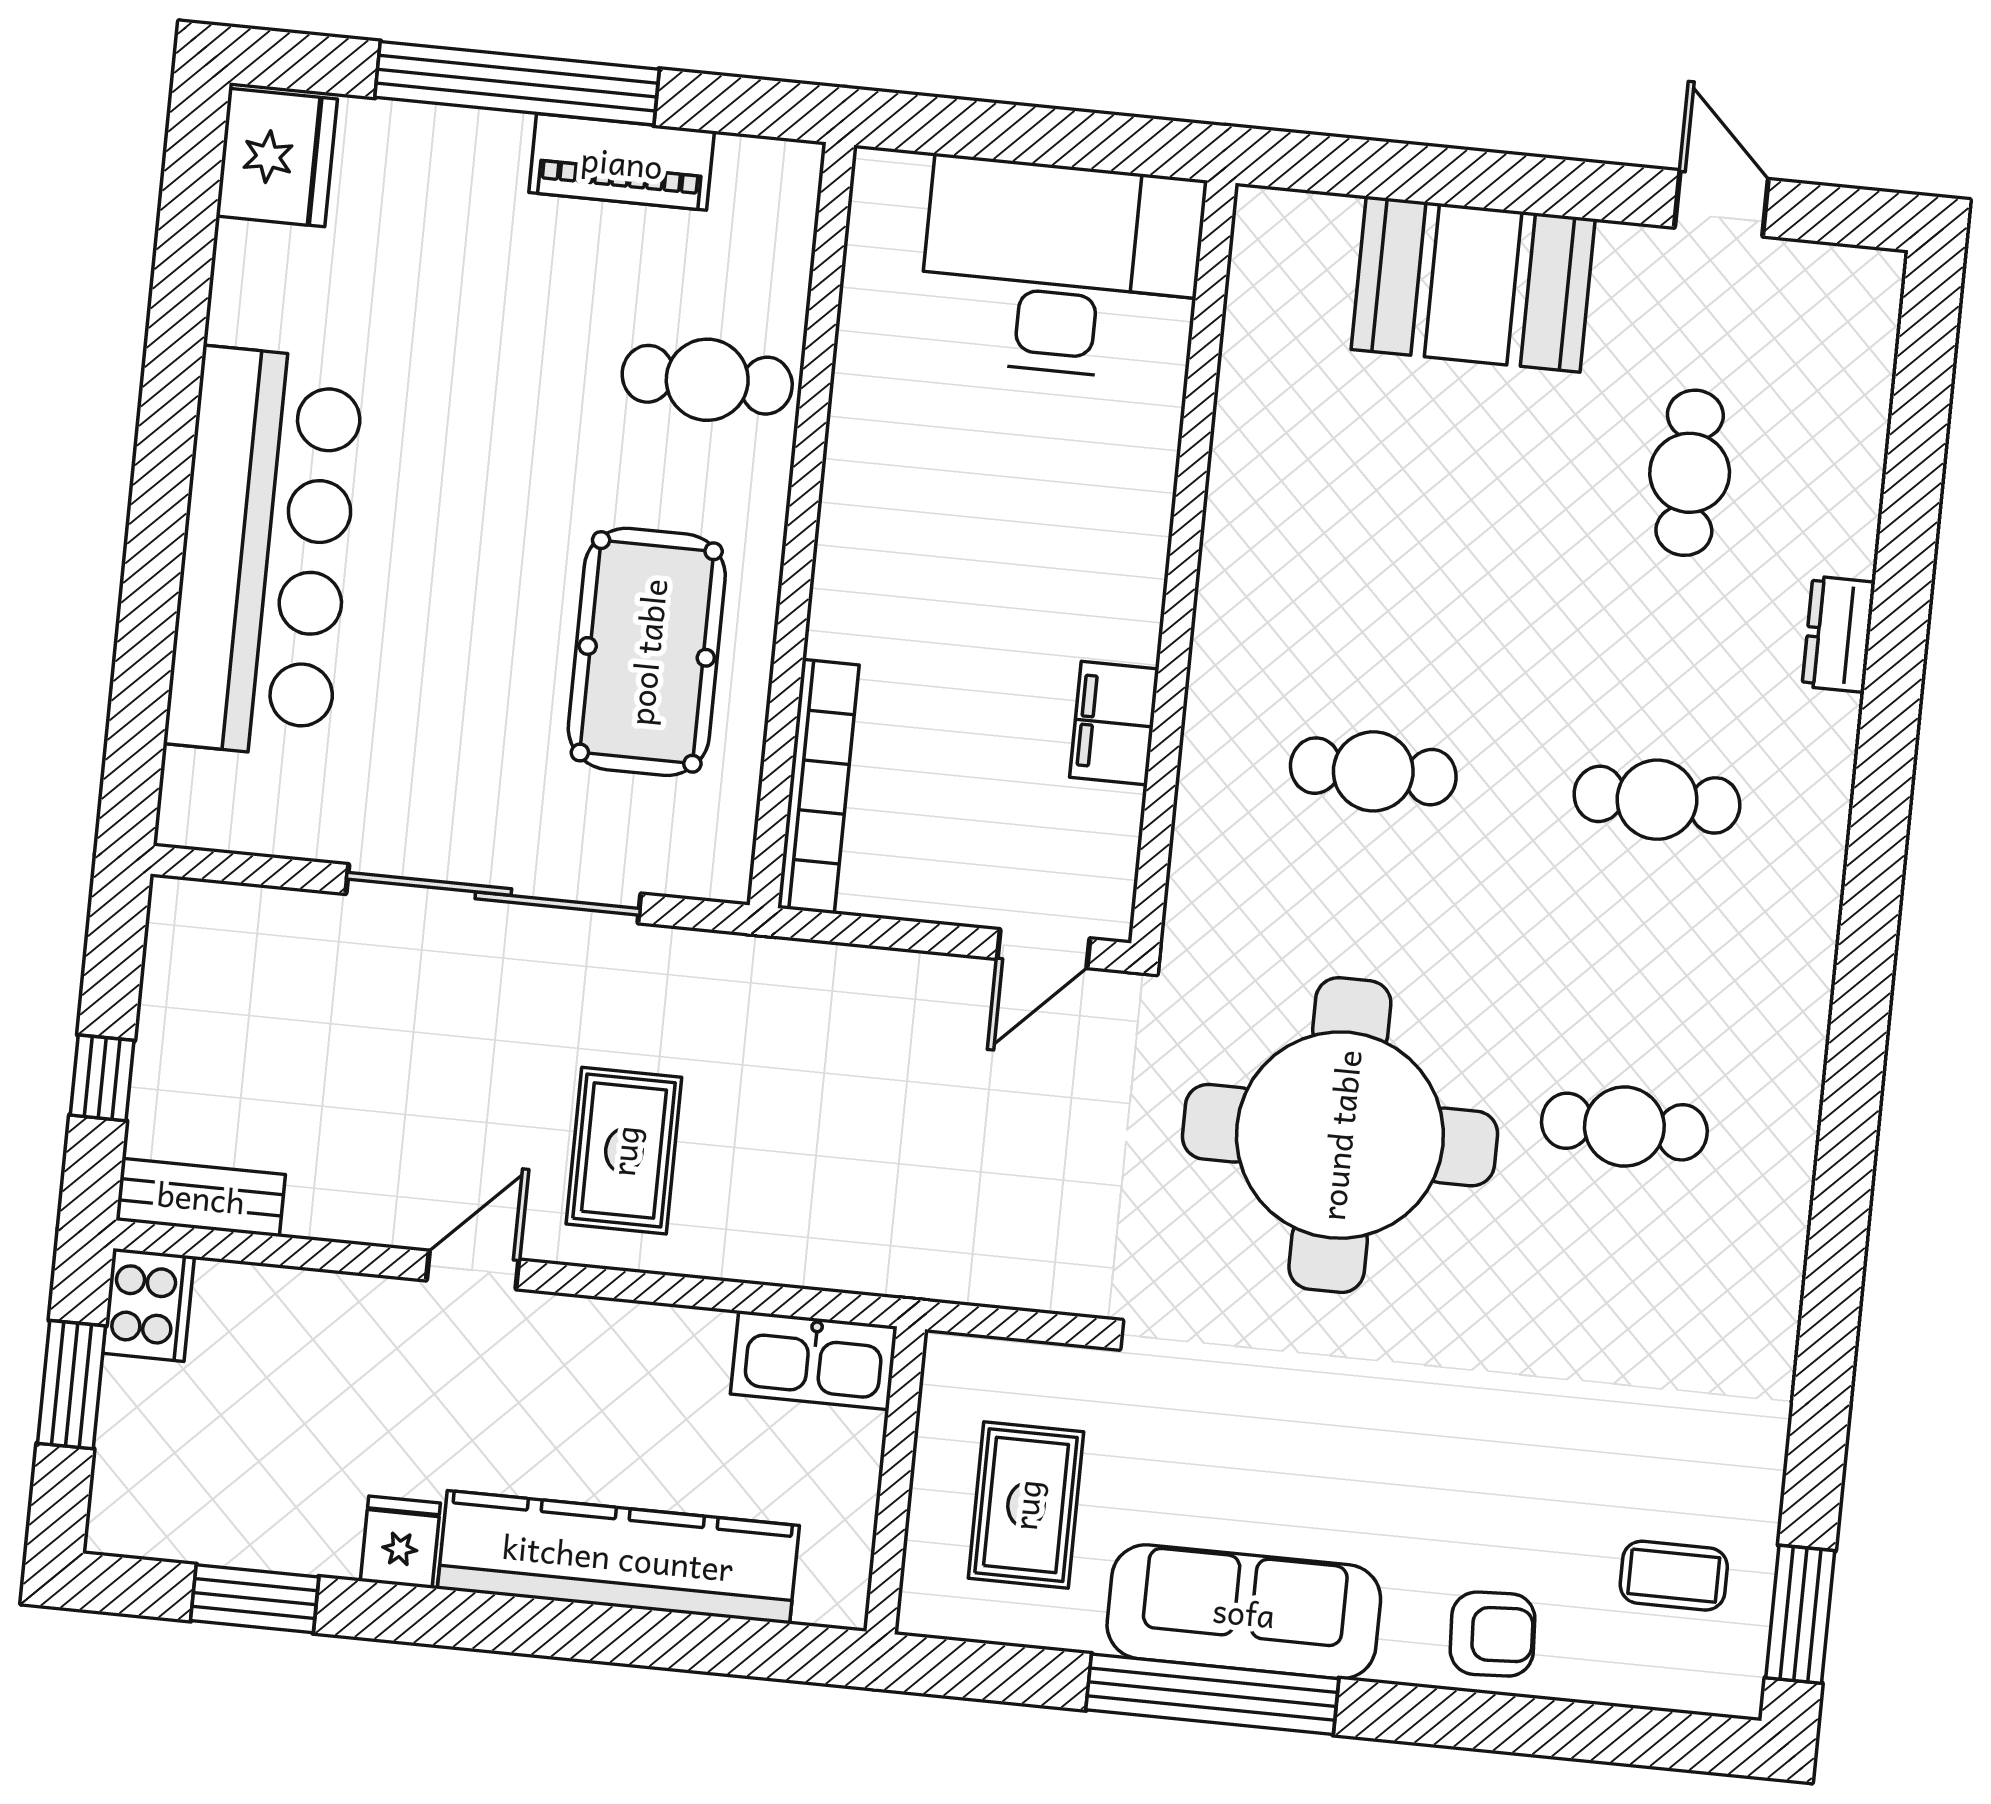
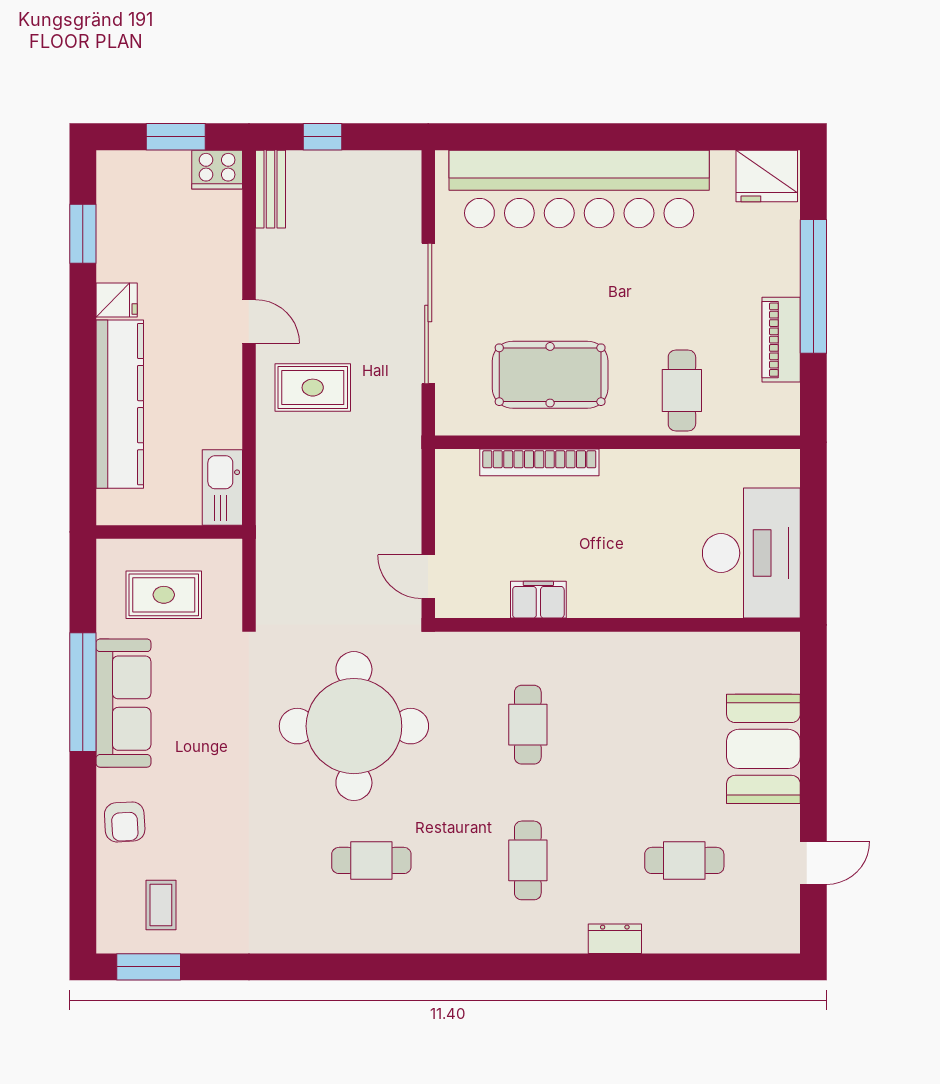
bar counter: (265, 552) -> (579, 189), width x1.36
bookcase: (818, 786) -> (539, 462), moved
cafe table: (1624, 1127) -> (371, 860), turned 90

